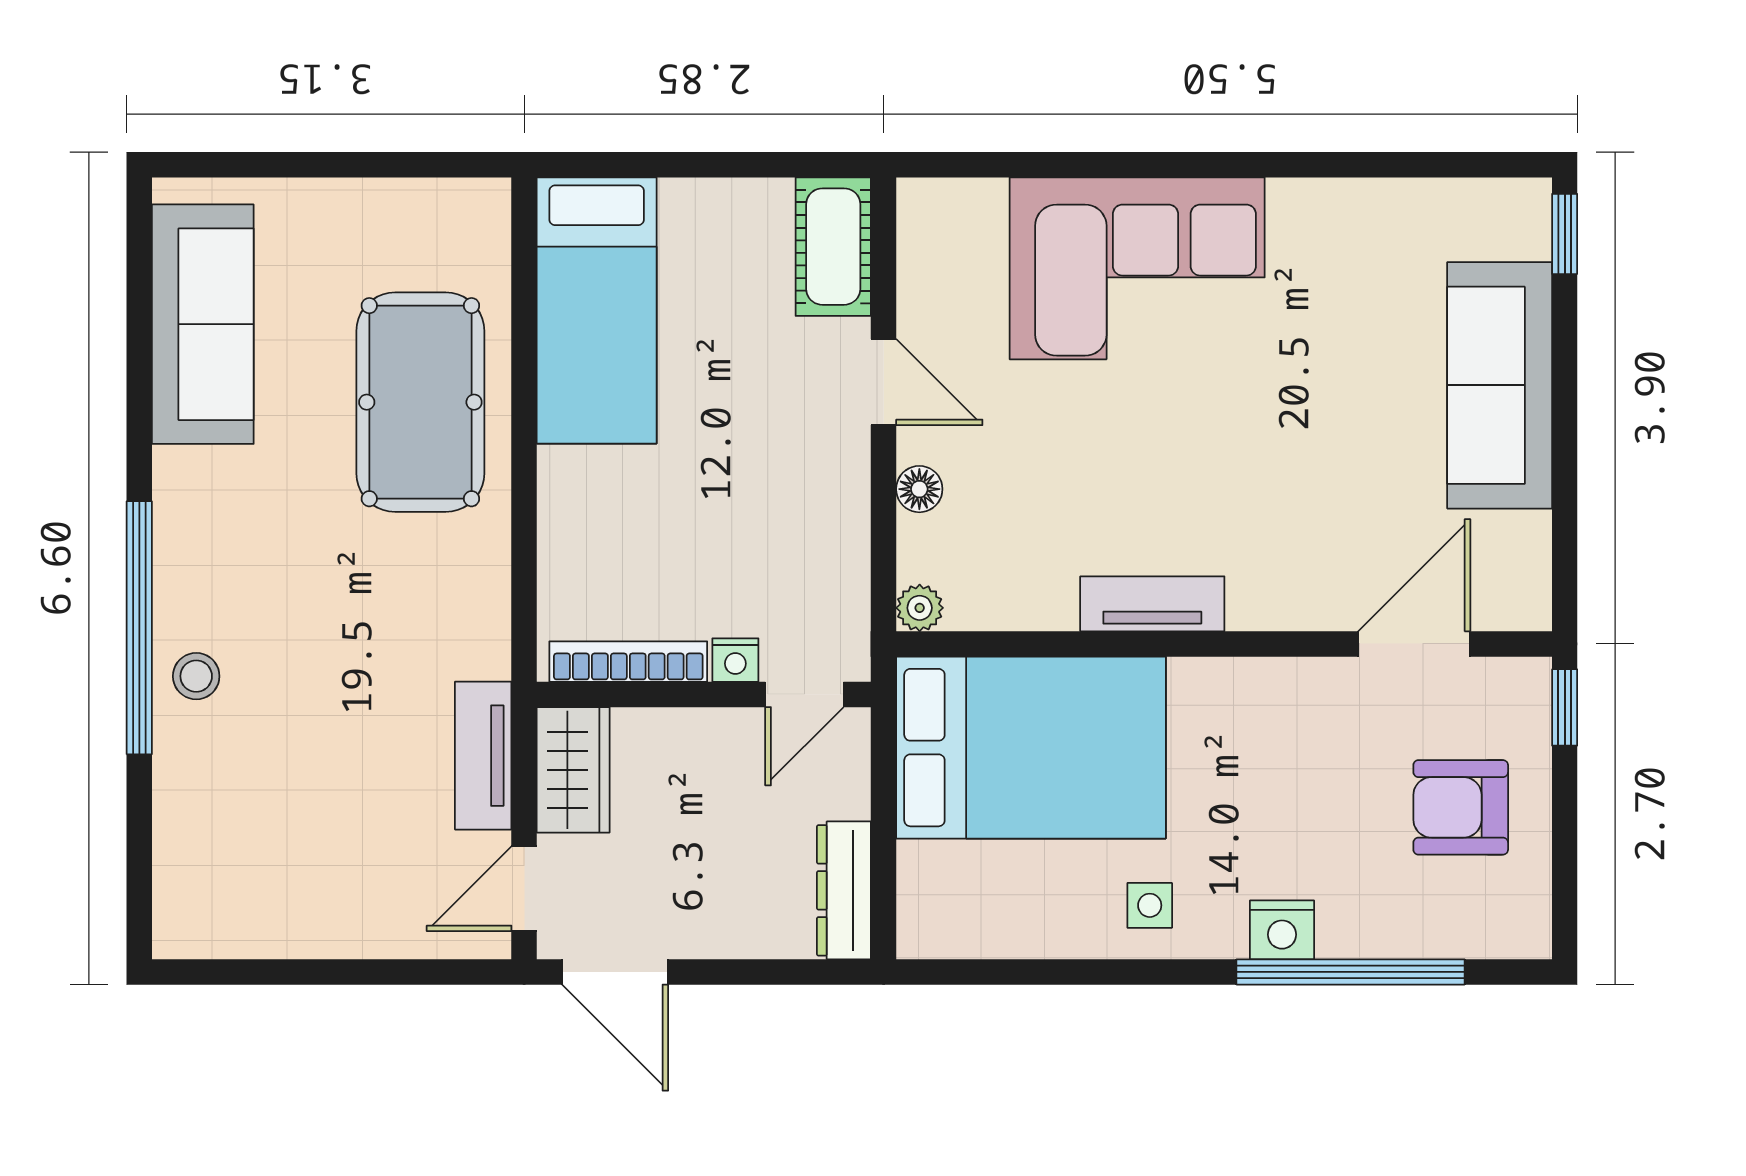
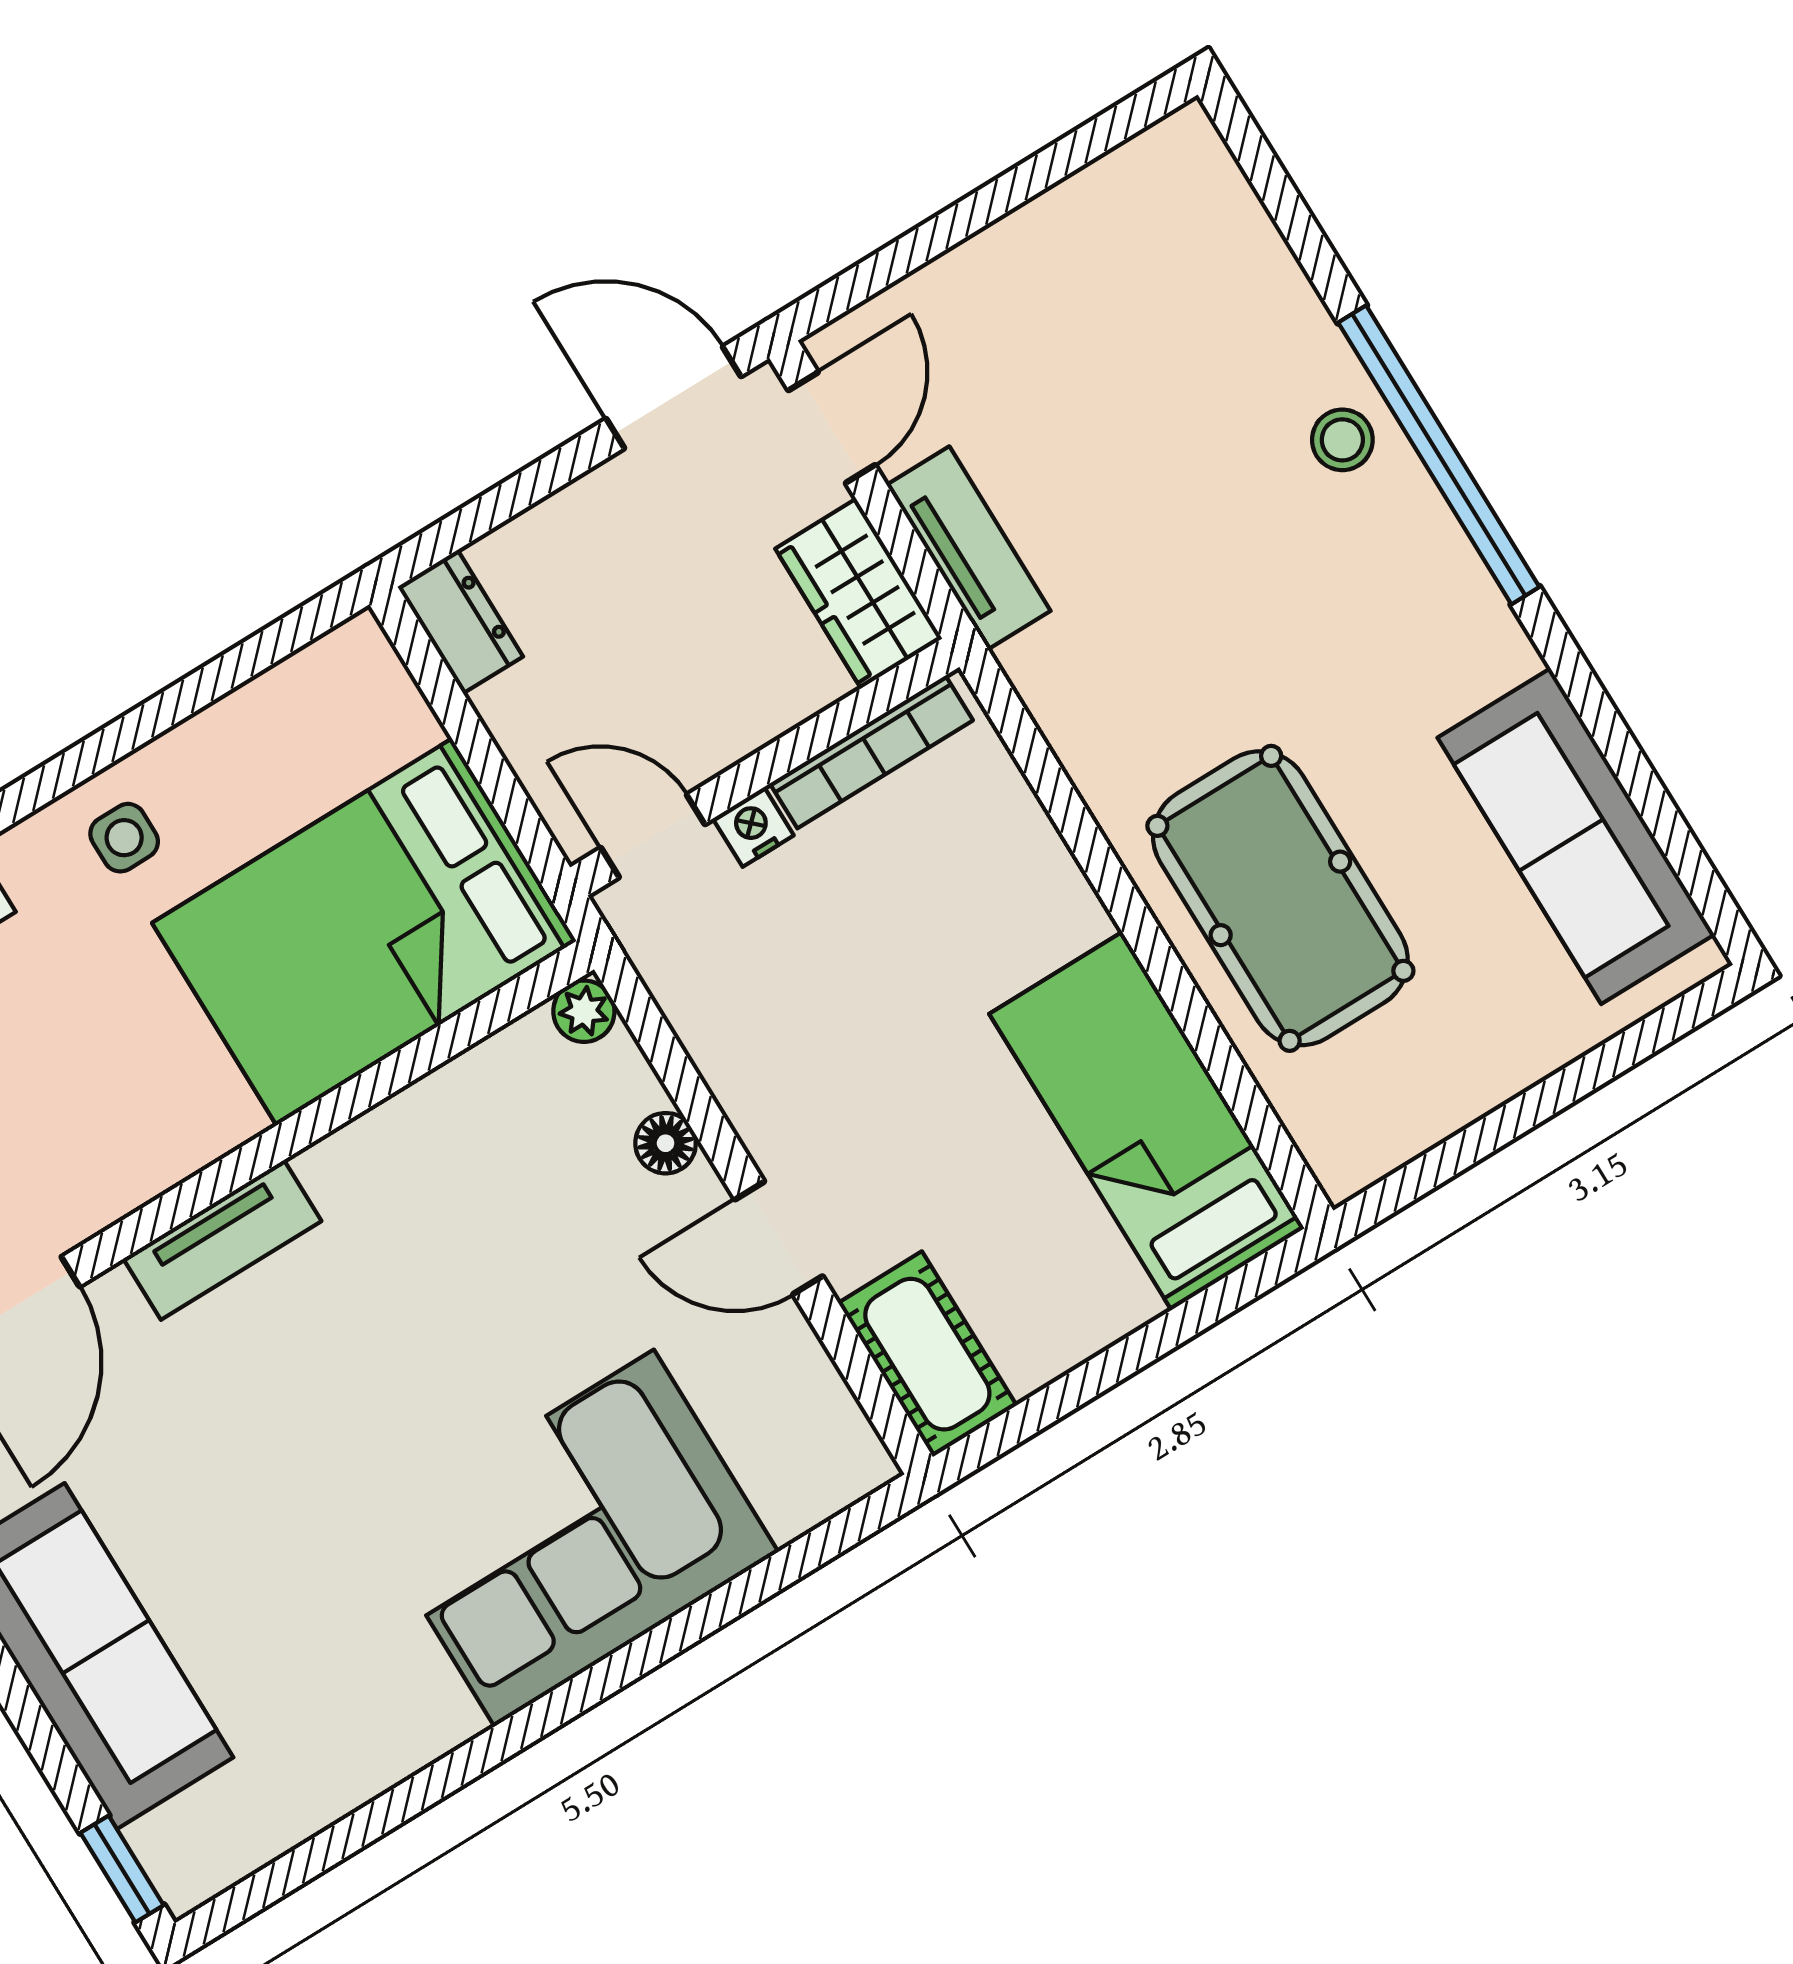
tv unit: (1152, 604) -> (222, 1240), moved
door: (804, 694) -> (653, 836), hinge flipped
dresser: (844, 890) -> (460, 622), width x0.70

